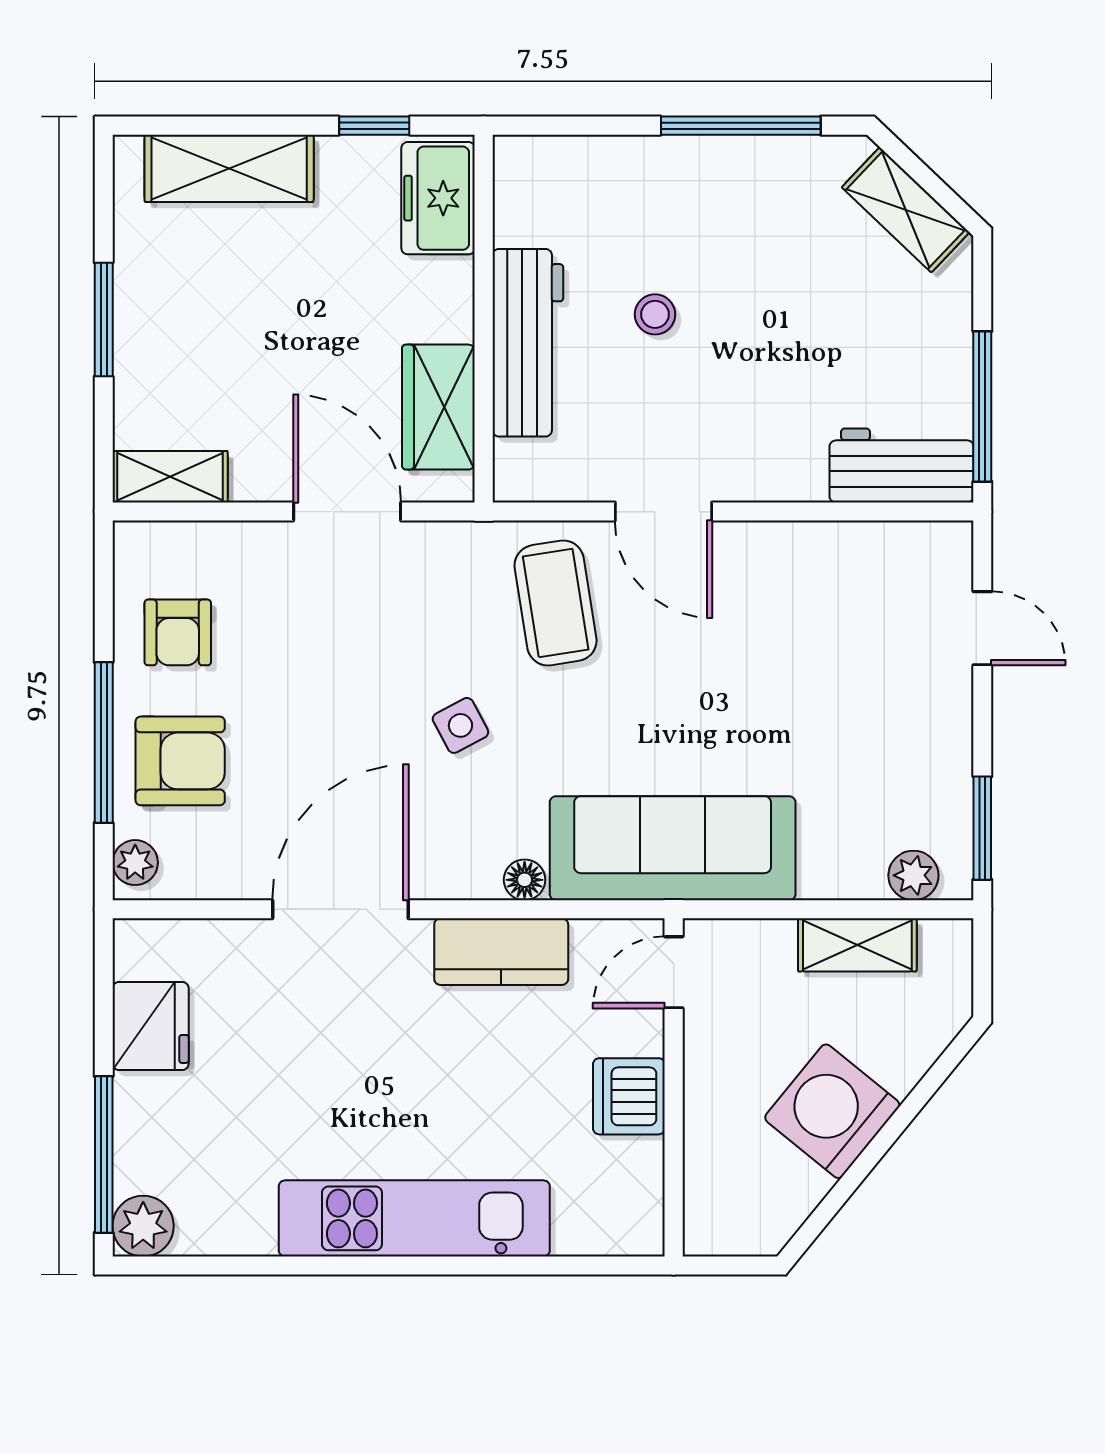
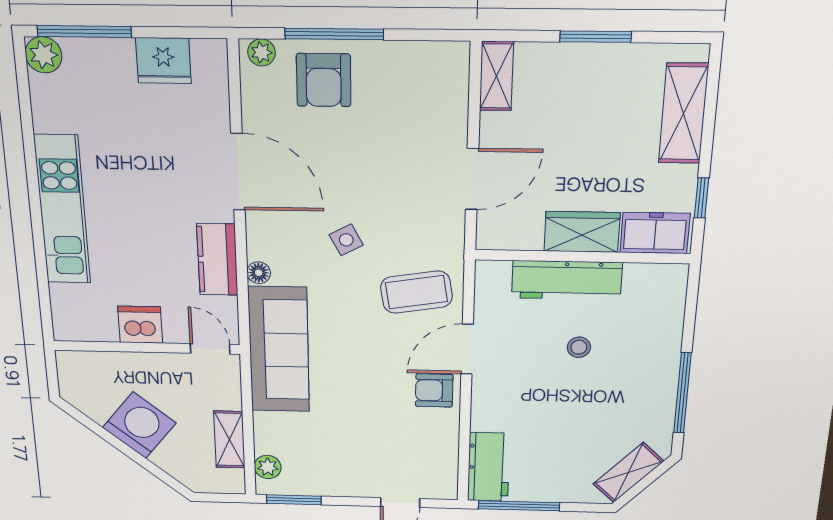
wardrobe: (438, 407) -> (582, 232), moved
armchair: (178, 632) -> (434, 390), moved

